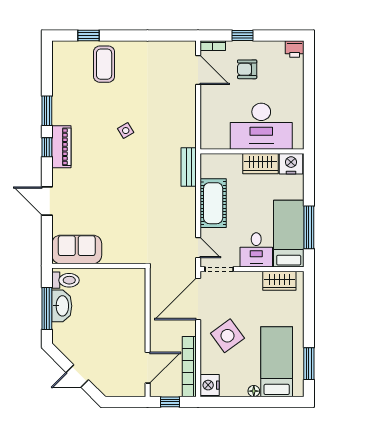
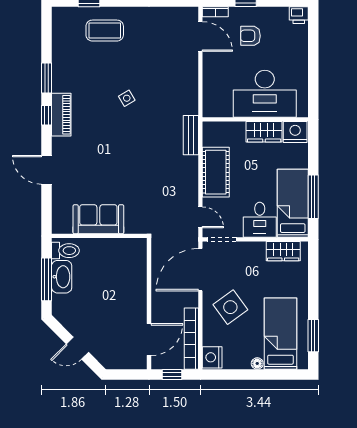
coffee table: (104, 64) -> (105, 31), turned 90
sofa: (77, 249) -> (98, 219), moved

